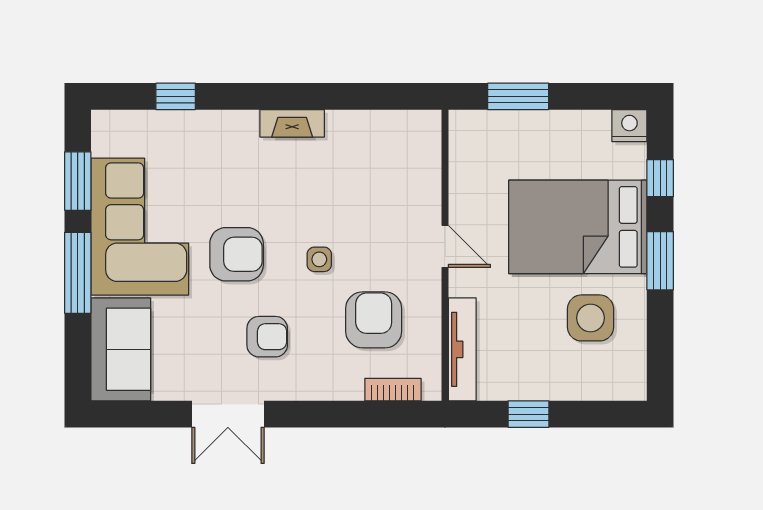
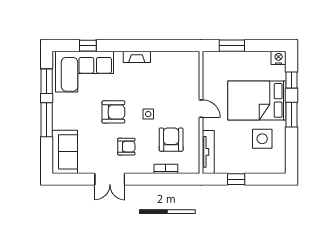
corner sofa: (140, 227) -> (85, 72), moved, turned 90
bookcase: (393, 390) -> (166, 169), moved

